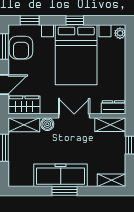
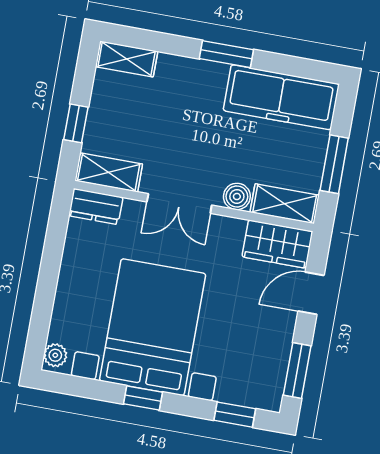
armchair: (21, 48) -> (262, 362), removed
freezer: (61, 175) -> (281, 97), moved

